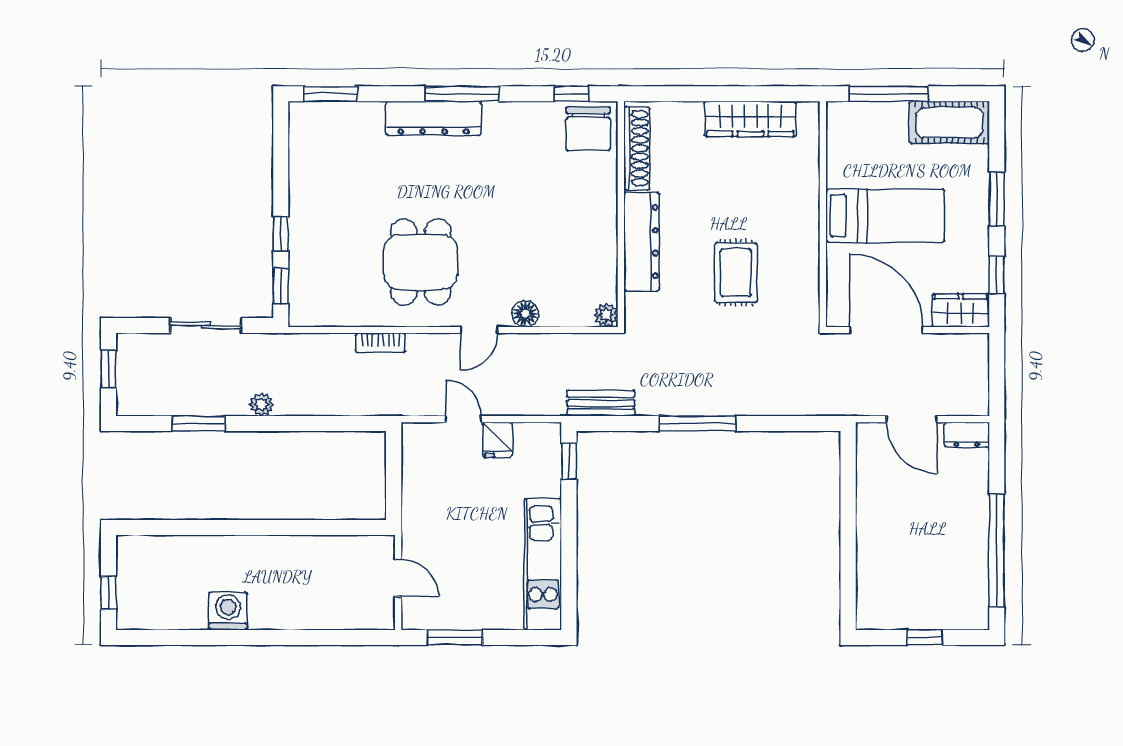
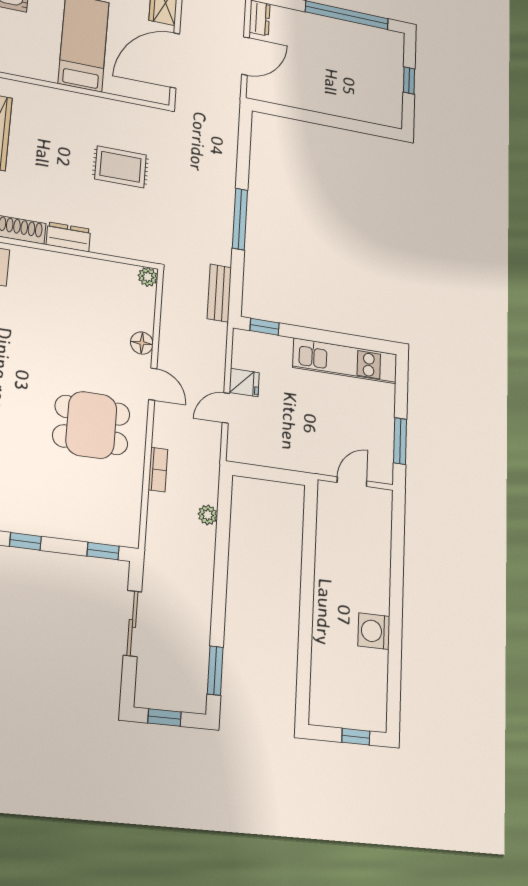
window: (281, 234) -> (25, 541), moved
dresser: (642, 242) -> (68, 237), width x0.51, depth x0.80
plant: (261, 404) -> (208, 515), moved
window: (198, 424) -> (215, 671), moved

